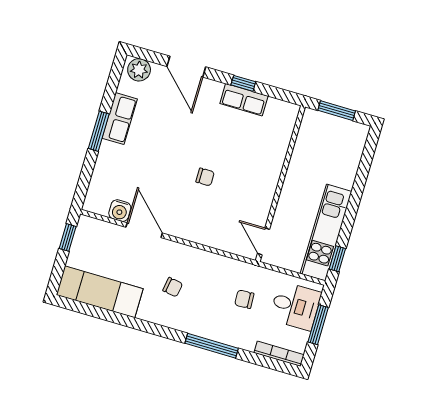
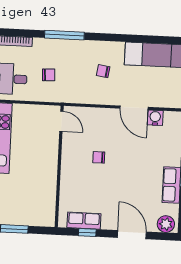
wall: (280, 184) -> (59, 166), moved
door: (263, 241) -> (61, 121), moved

